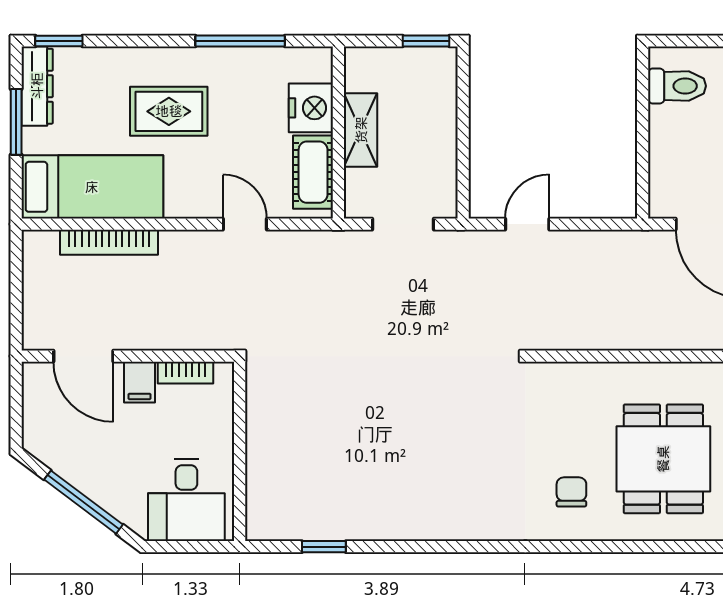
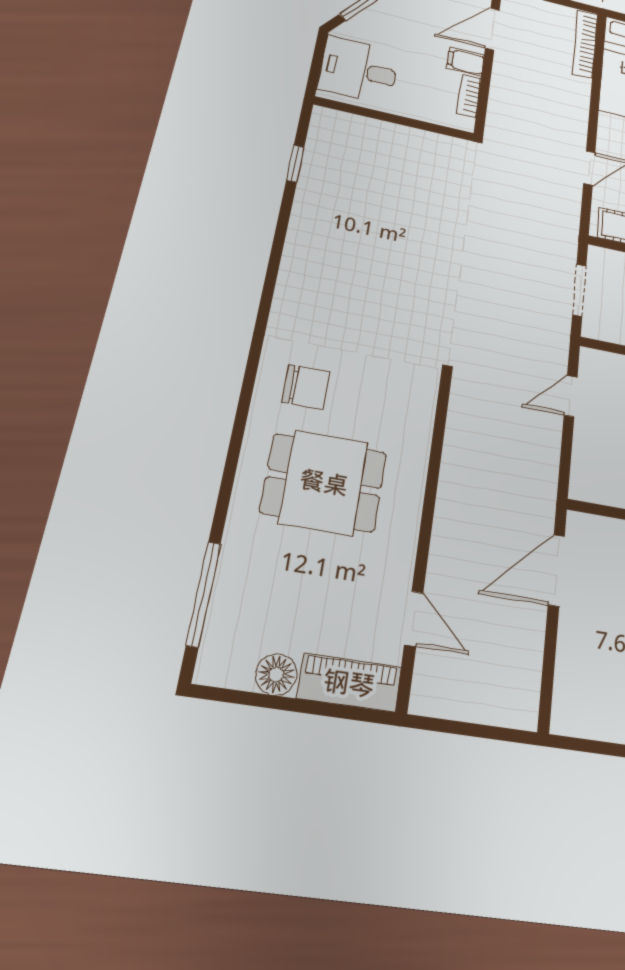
door: (527, 224) -> (571, 396), swing flipped
bookcase: (109, 242) -> (585, 43), moved
chair: (571, 492) -> (306, 387), width x1.37, depth x1.37

